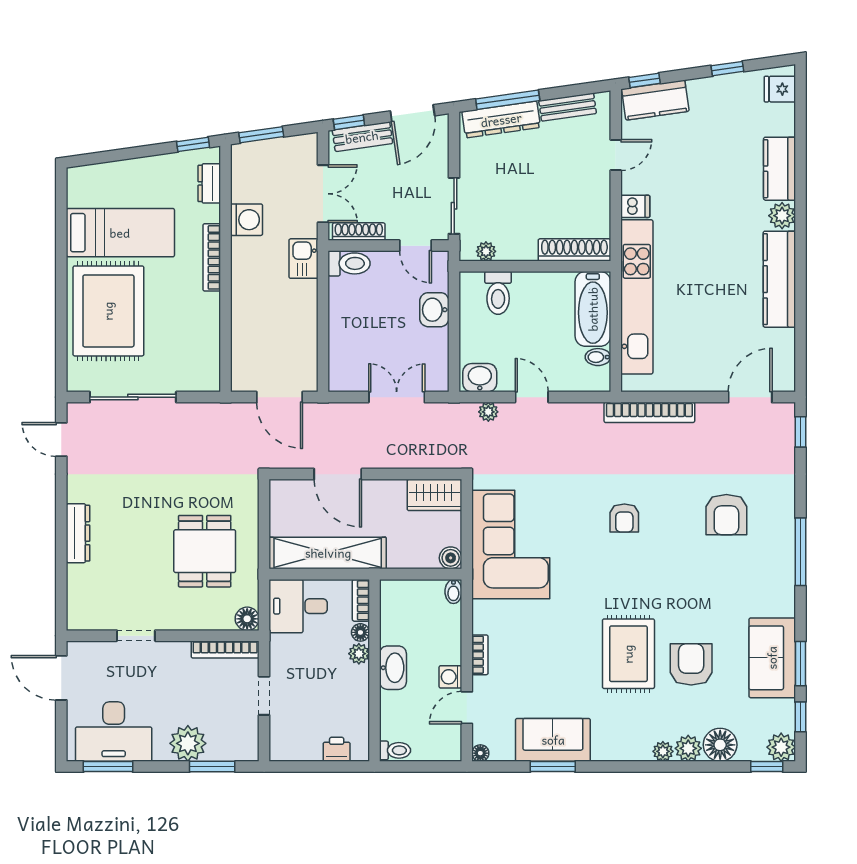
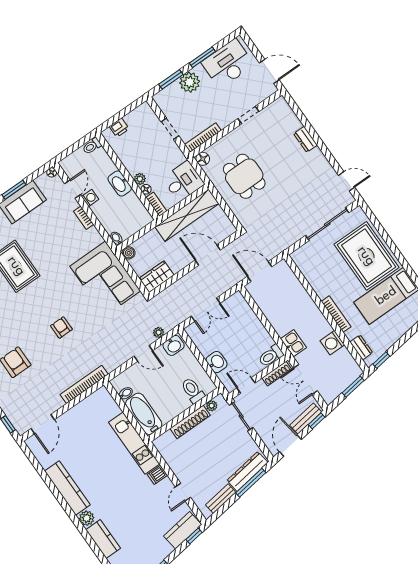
shoe rack: (574, 250) -> (190, 422), moved
kitchen unit: (637, 297) -> (134, 443), width x0.73
dresser: (78, 533) -> (306, 139), width x0.70
window: (108, 767) -> (202, 57), moved

